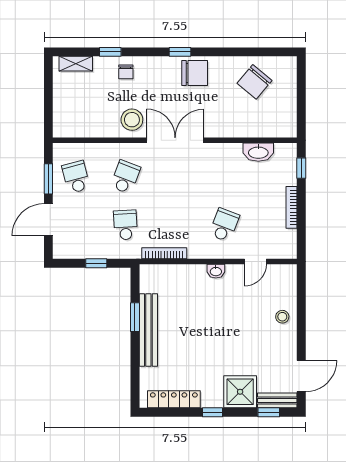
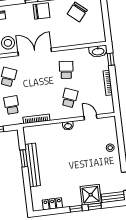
washbasin: (258, 152) -> (98, 51), moved
school desk: (224, 177) -> (66, 70), added
door: (255, 262) -> (90, 117), swing flipped
locker: (174, 399) -> (52, 204), width x0.66
window: (269, 412) -> (95, 206), moved

